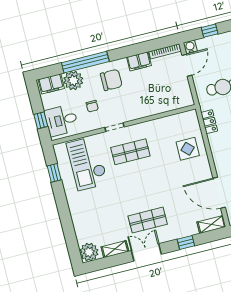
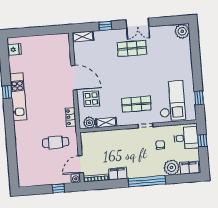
window: (85, 62) -> (147, 181), moved
chair: (111, 80) -> (142, 163), removed
plant: (185, 119) -> (89, 123), added
door: (219, 193) -> (74, 78), moved
shelving: (115, 249) -> (106, 123), moved

